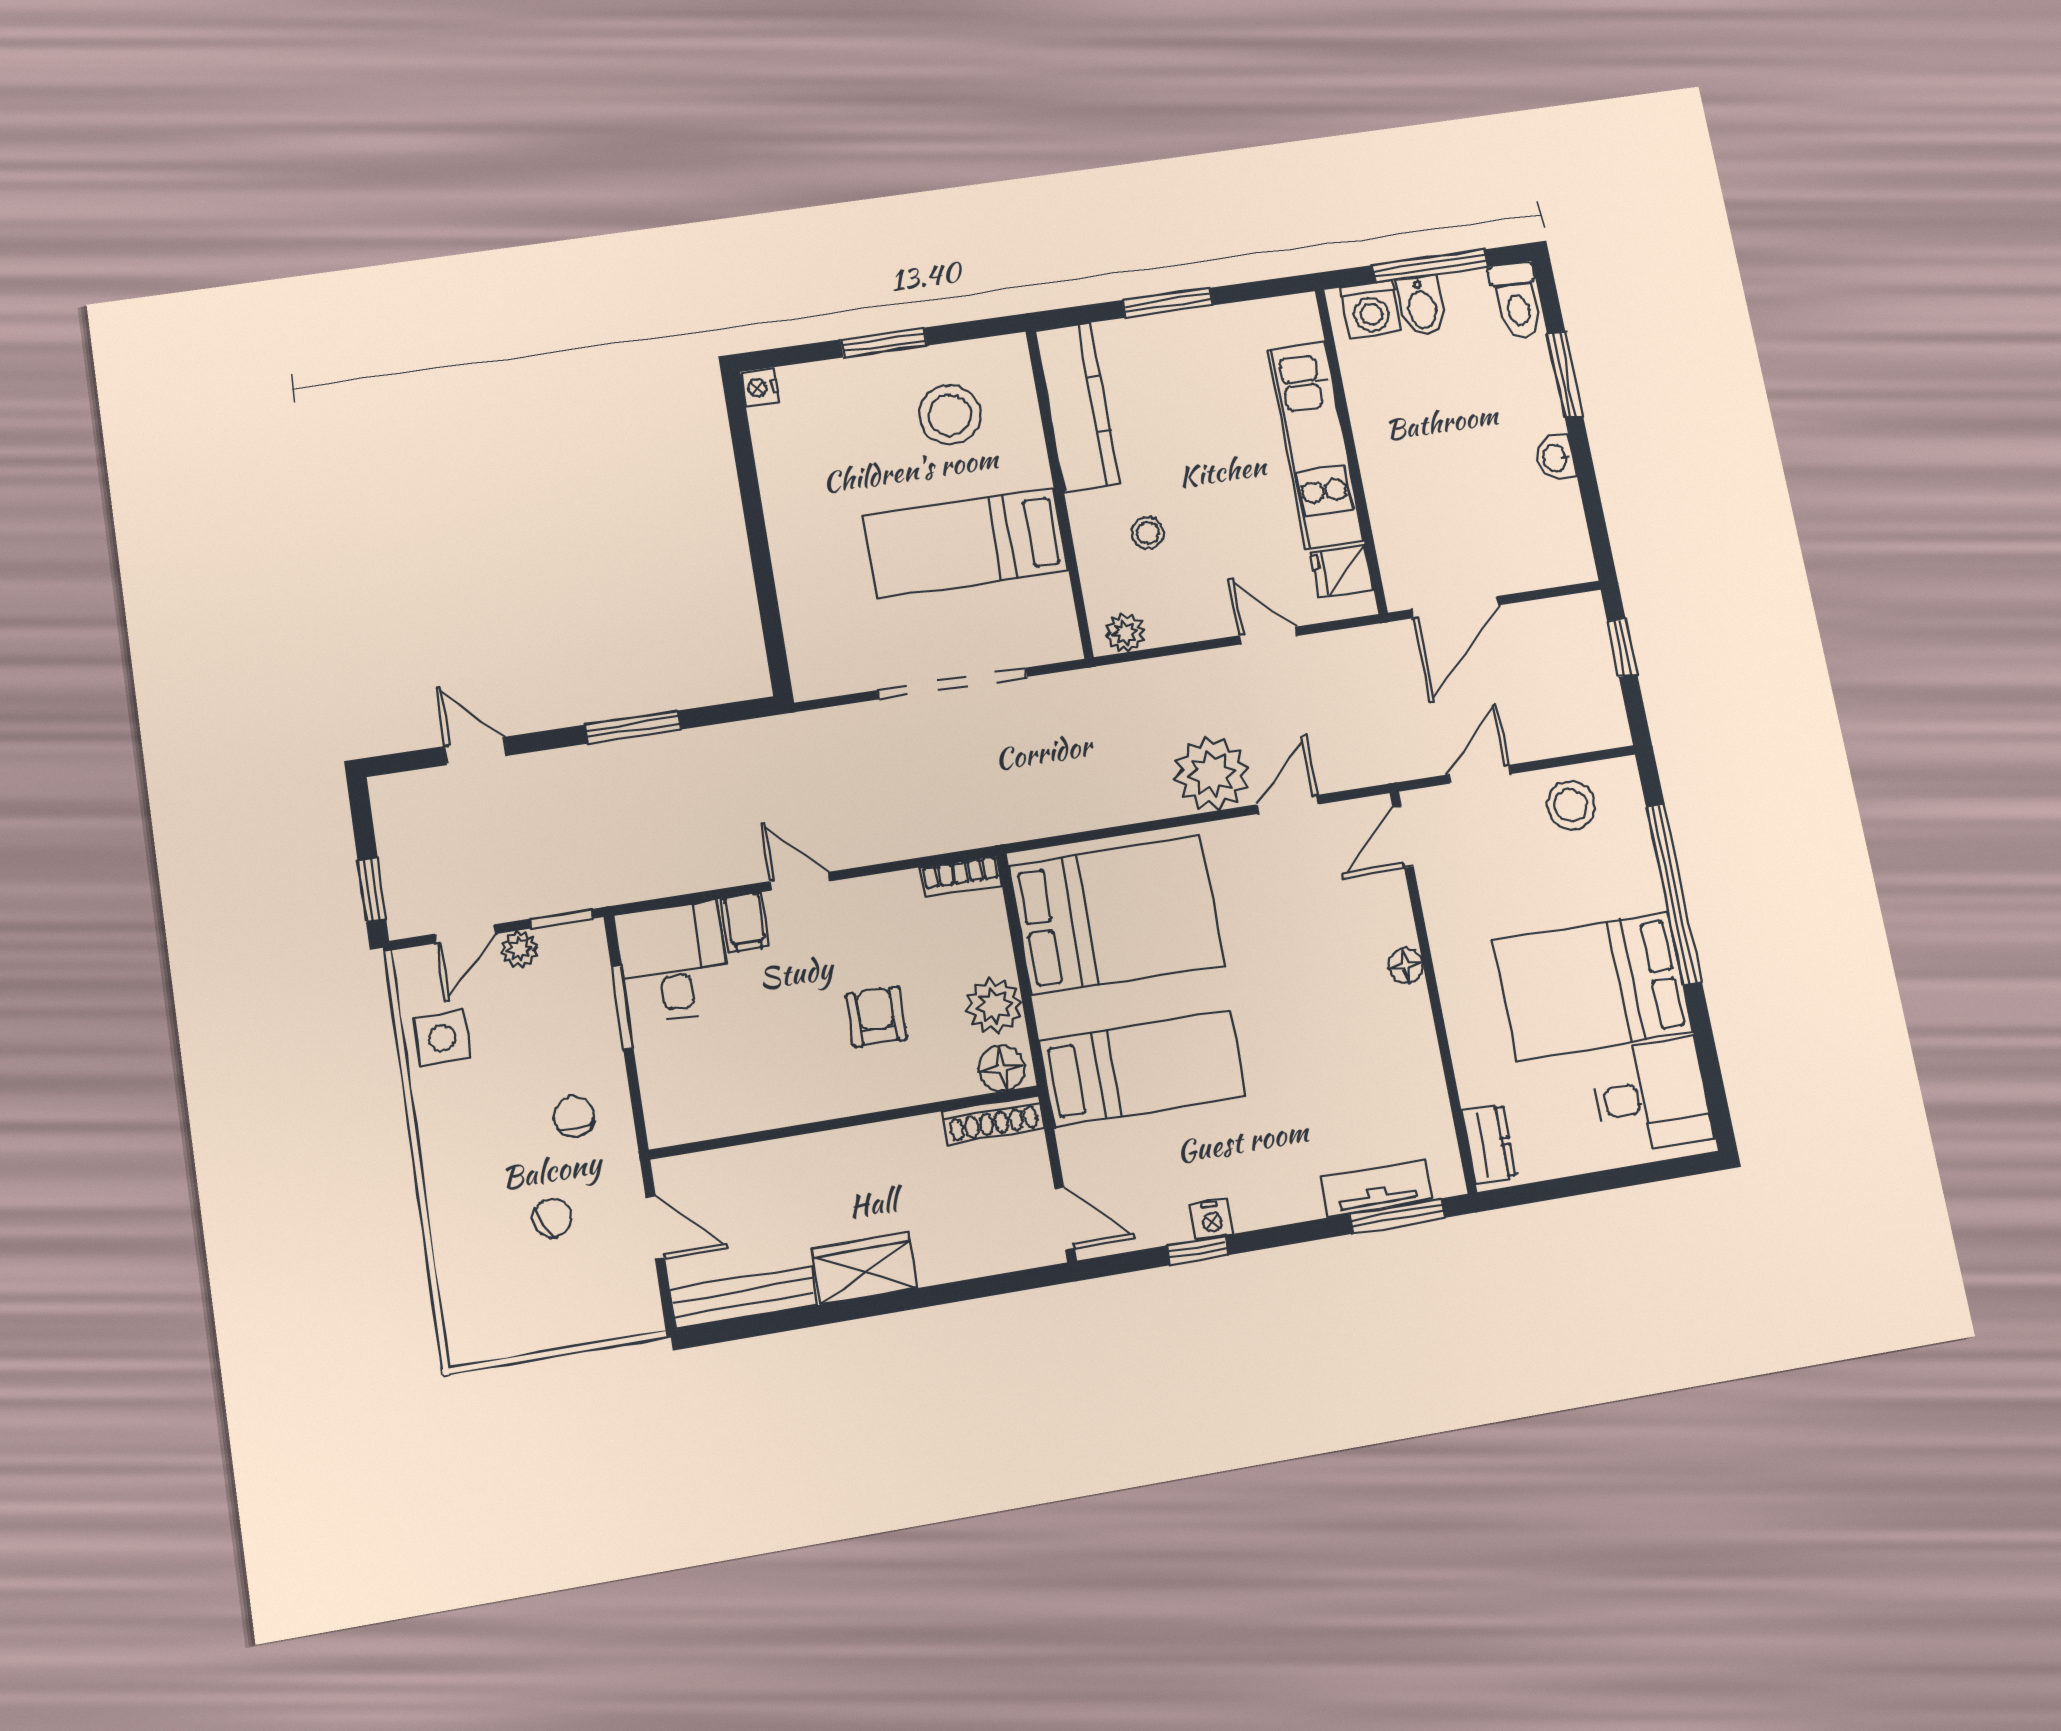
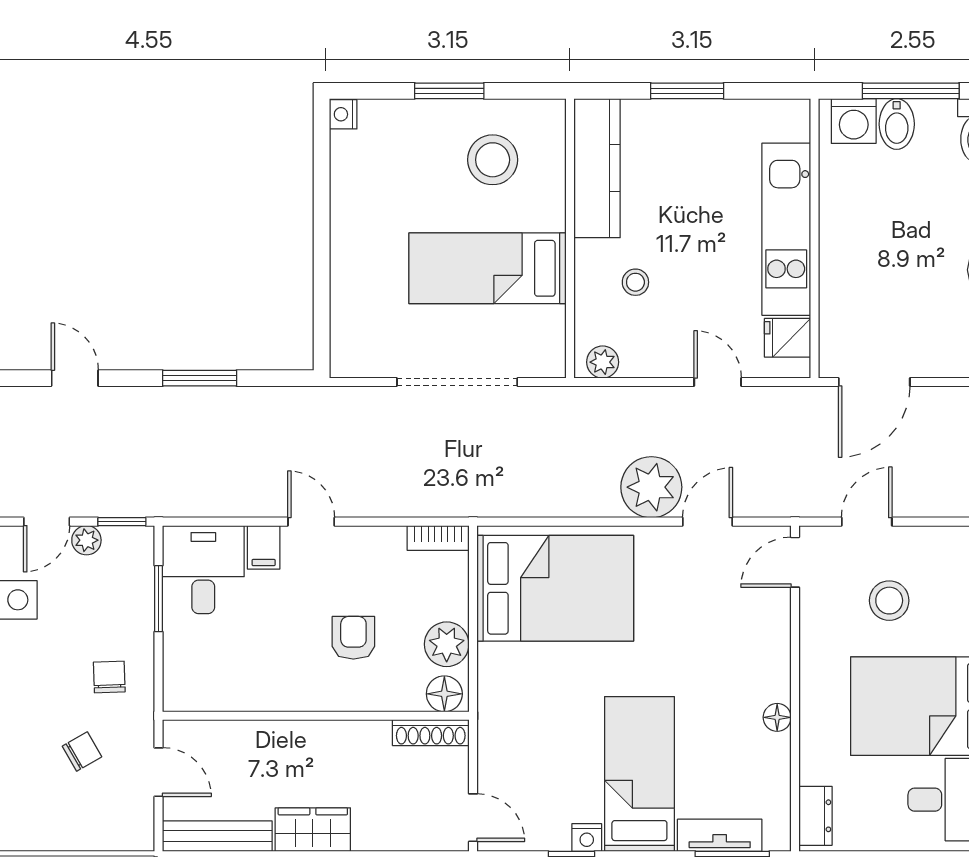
stool: (1571, 805) -> (889, 601), moved
floor lamp: (1406, 966) -> (777, 717), moved
bed: (1143, 1068) -> (639, 774), moved, turned -90

